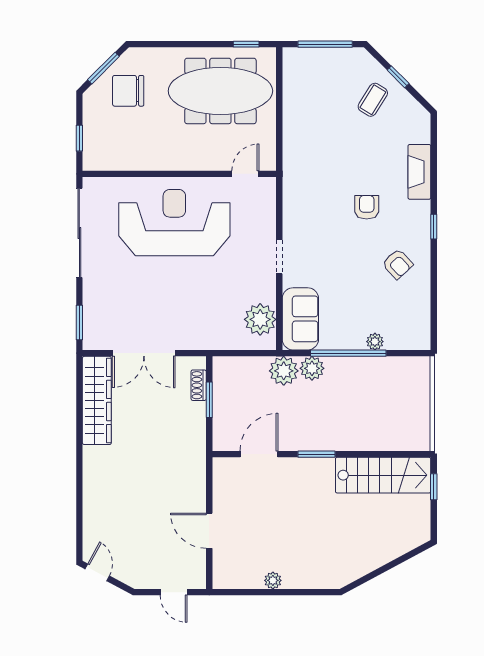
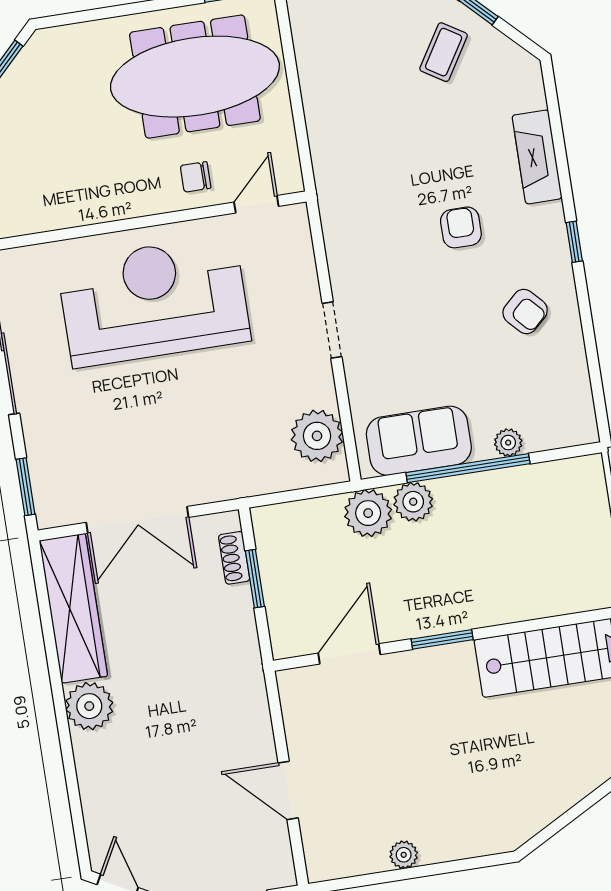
chair: (128, 91) -> (196, 177), moved, width x0.54, depth x0.54
sofa: (300, 319) -> (419, 441), moved, turned -90
plant: (97, 461) -> (89, 706), added

